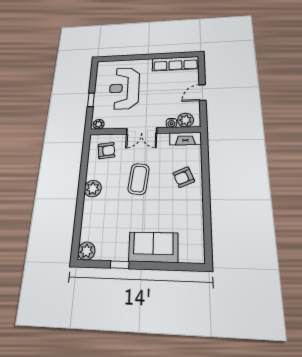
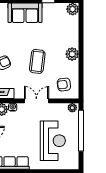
window: (91, 100) -> (81, 131), width x3.17

